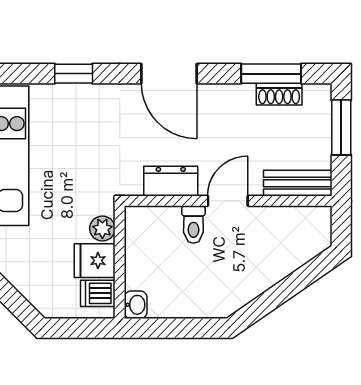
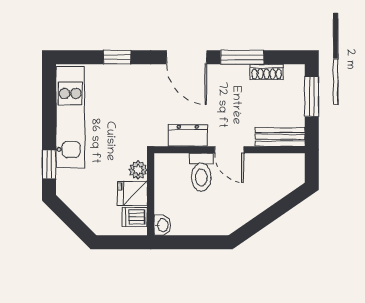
window: (271, 74) -> (242, 57), moved
door: (228, 201) -> (229, 150), swing flipped
toilet: (193, 225) -> (201, 172), width x1.37, depth x1.39

